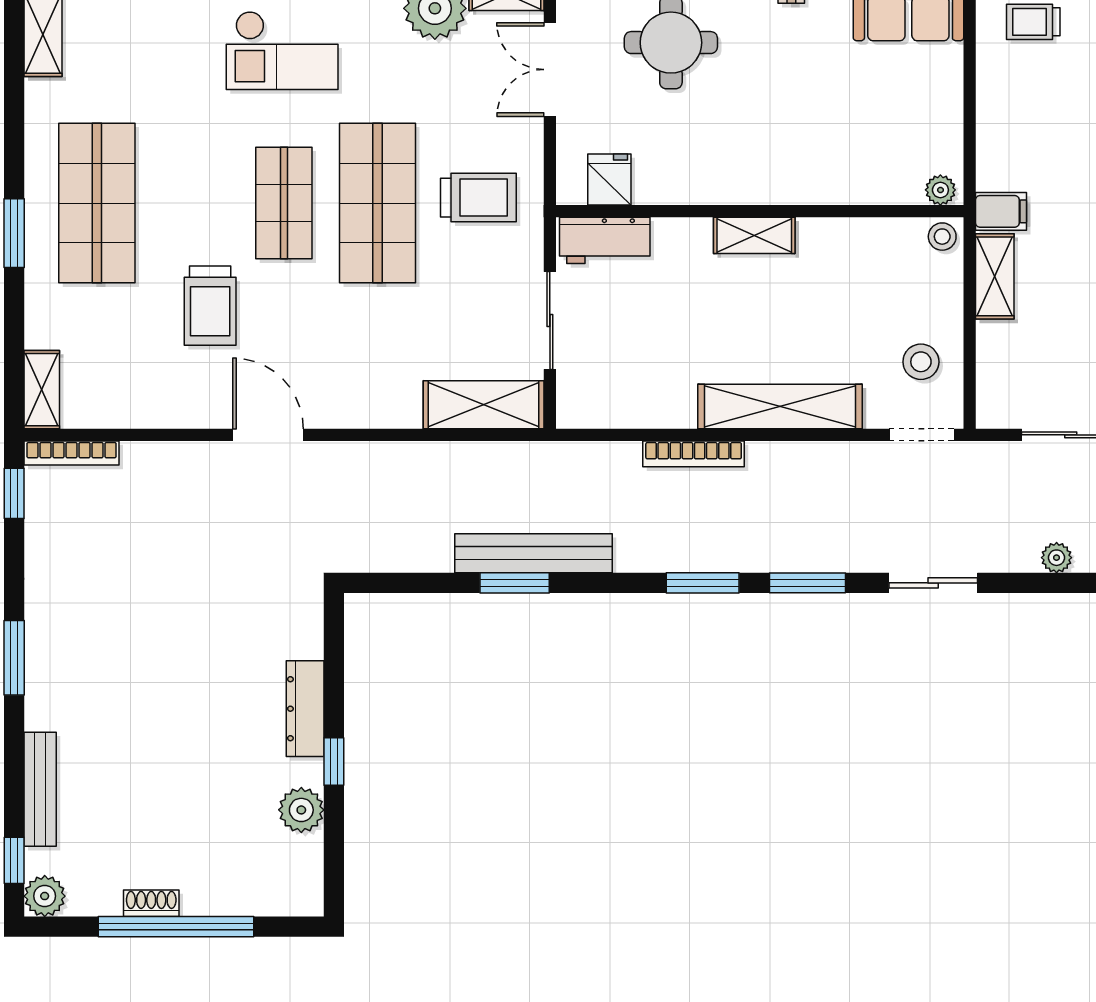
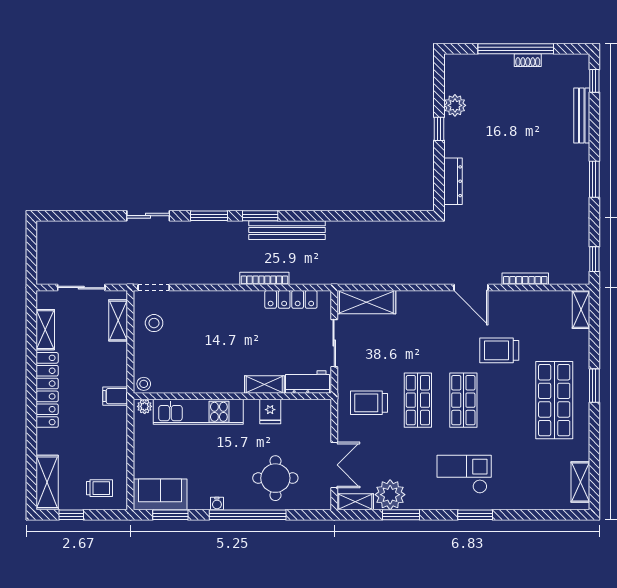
fridge: (609, 179) -> (270, 412), moved
kitchen unit: (830, 179) -> (198, 412), added
shop shelf: (377, 203) -> (418, 400), width x0.70, depth x0.74
shelving: (754, 235) -> (264, 384), moved
shelving: (995, 276) -> (118, 320), moved
trolley: (210, 306) -> (499, 350), turned -90
shelving: (780, 406) -> (222, 301), removed
locker: (639, 410) -> (291, 299), added
bookcase: (72, 453) -> (525, 279), moved
bench: (533, 553) -> (287, 230), moved
plant: (1057, 558) -> (88, 228), removed
window: (515, 583) -> (351, 216), removed
dresser: (305, 709) -> (453, 181), moved
plant: (45, 896) -> (580, 64), removed

